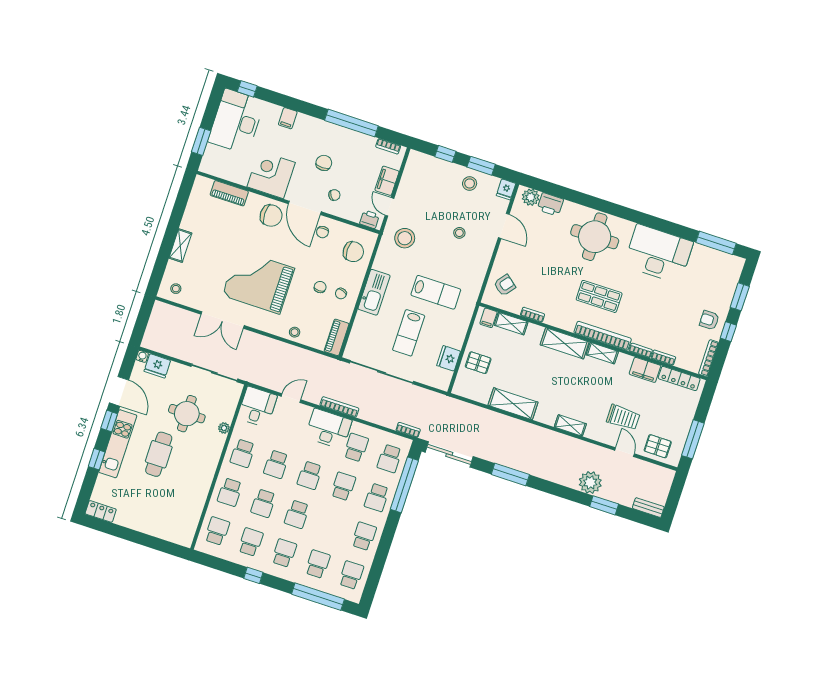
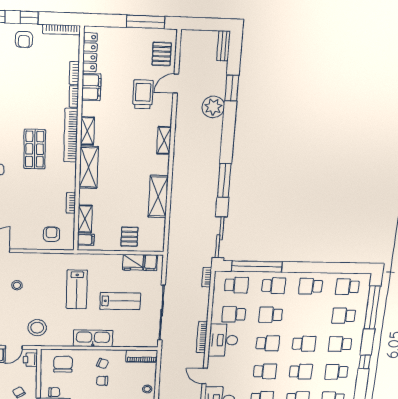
armchair: (505, 285) -> (52, 234), turned 52
lab bench: (436, 292) -> (77, 289), turned 180
filing cabinet: (443, 376) -> (151, 263), added

